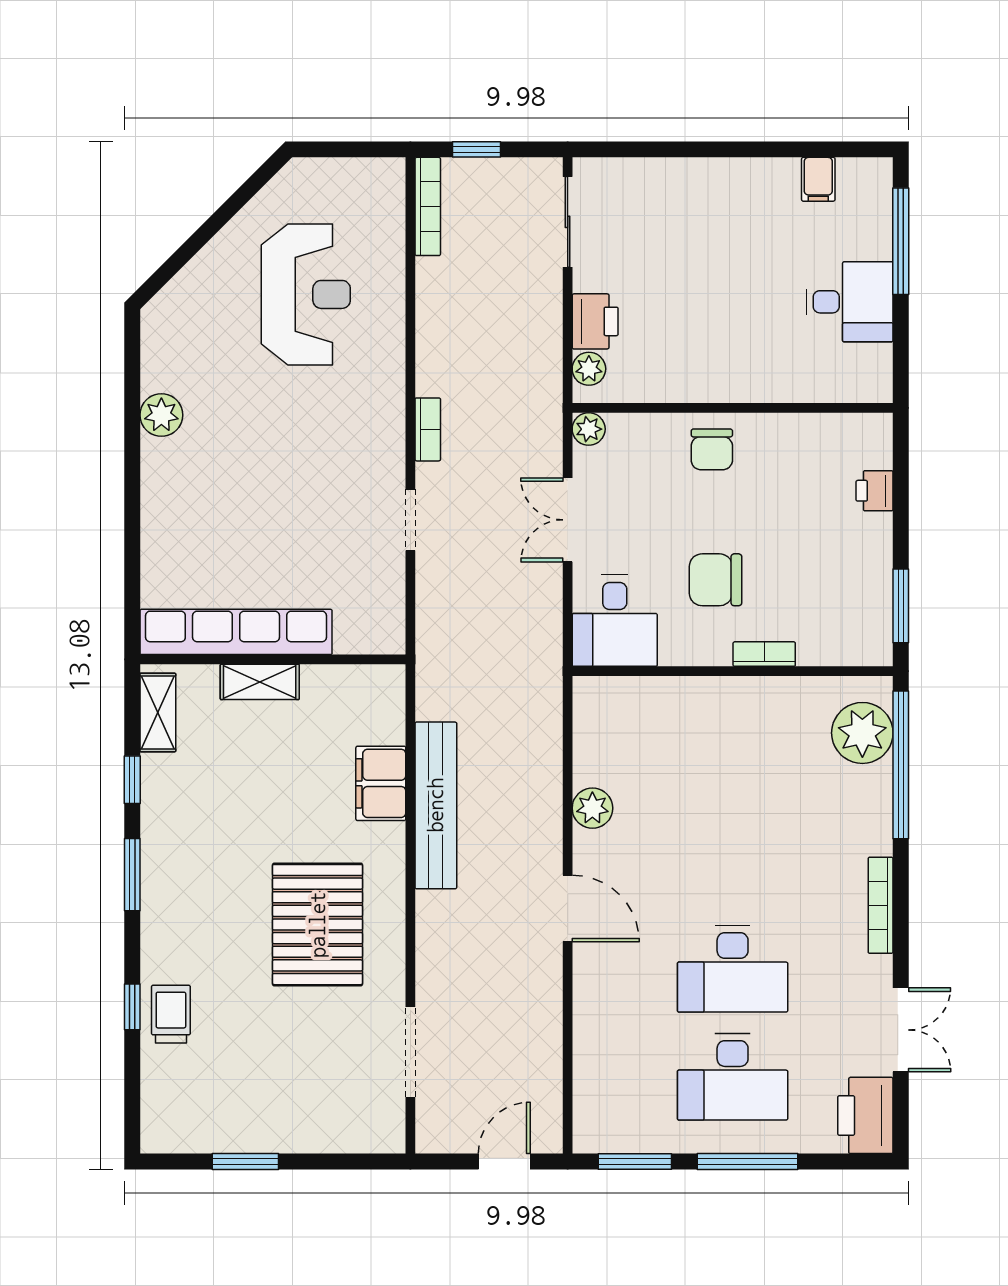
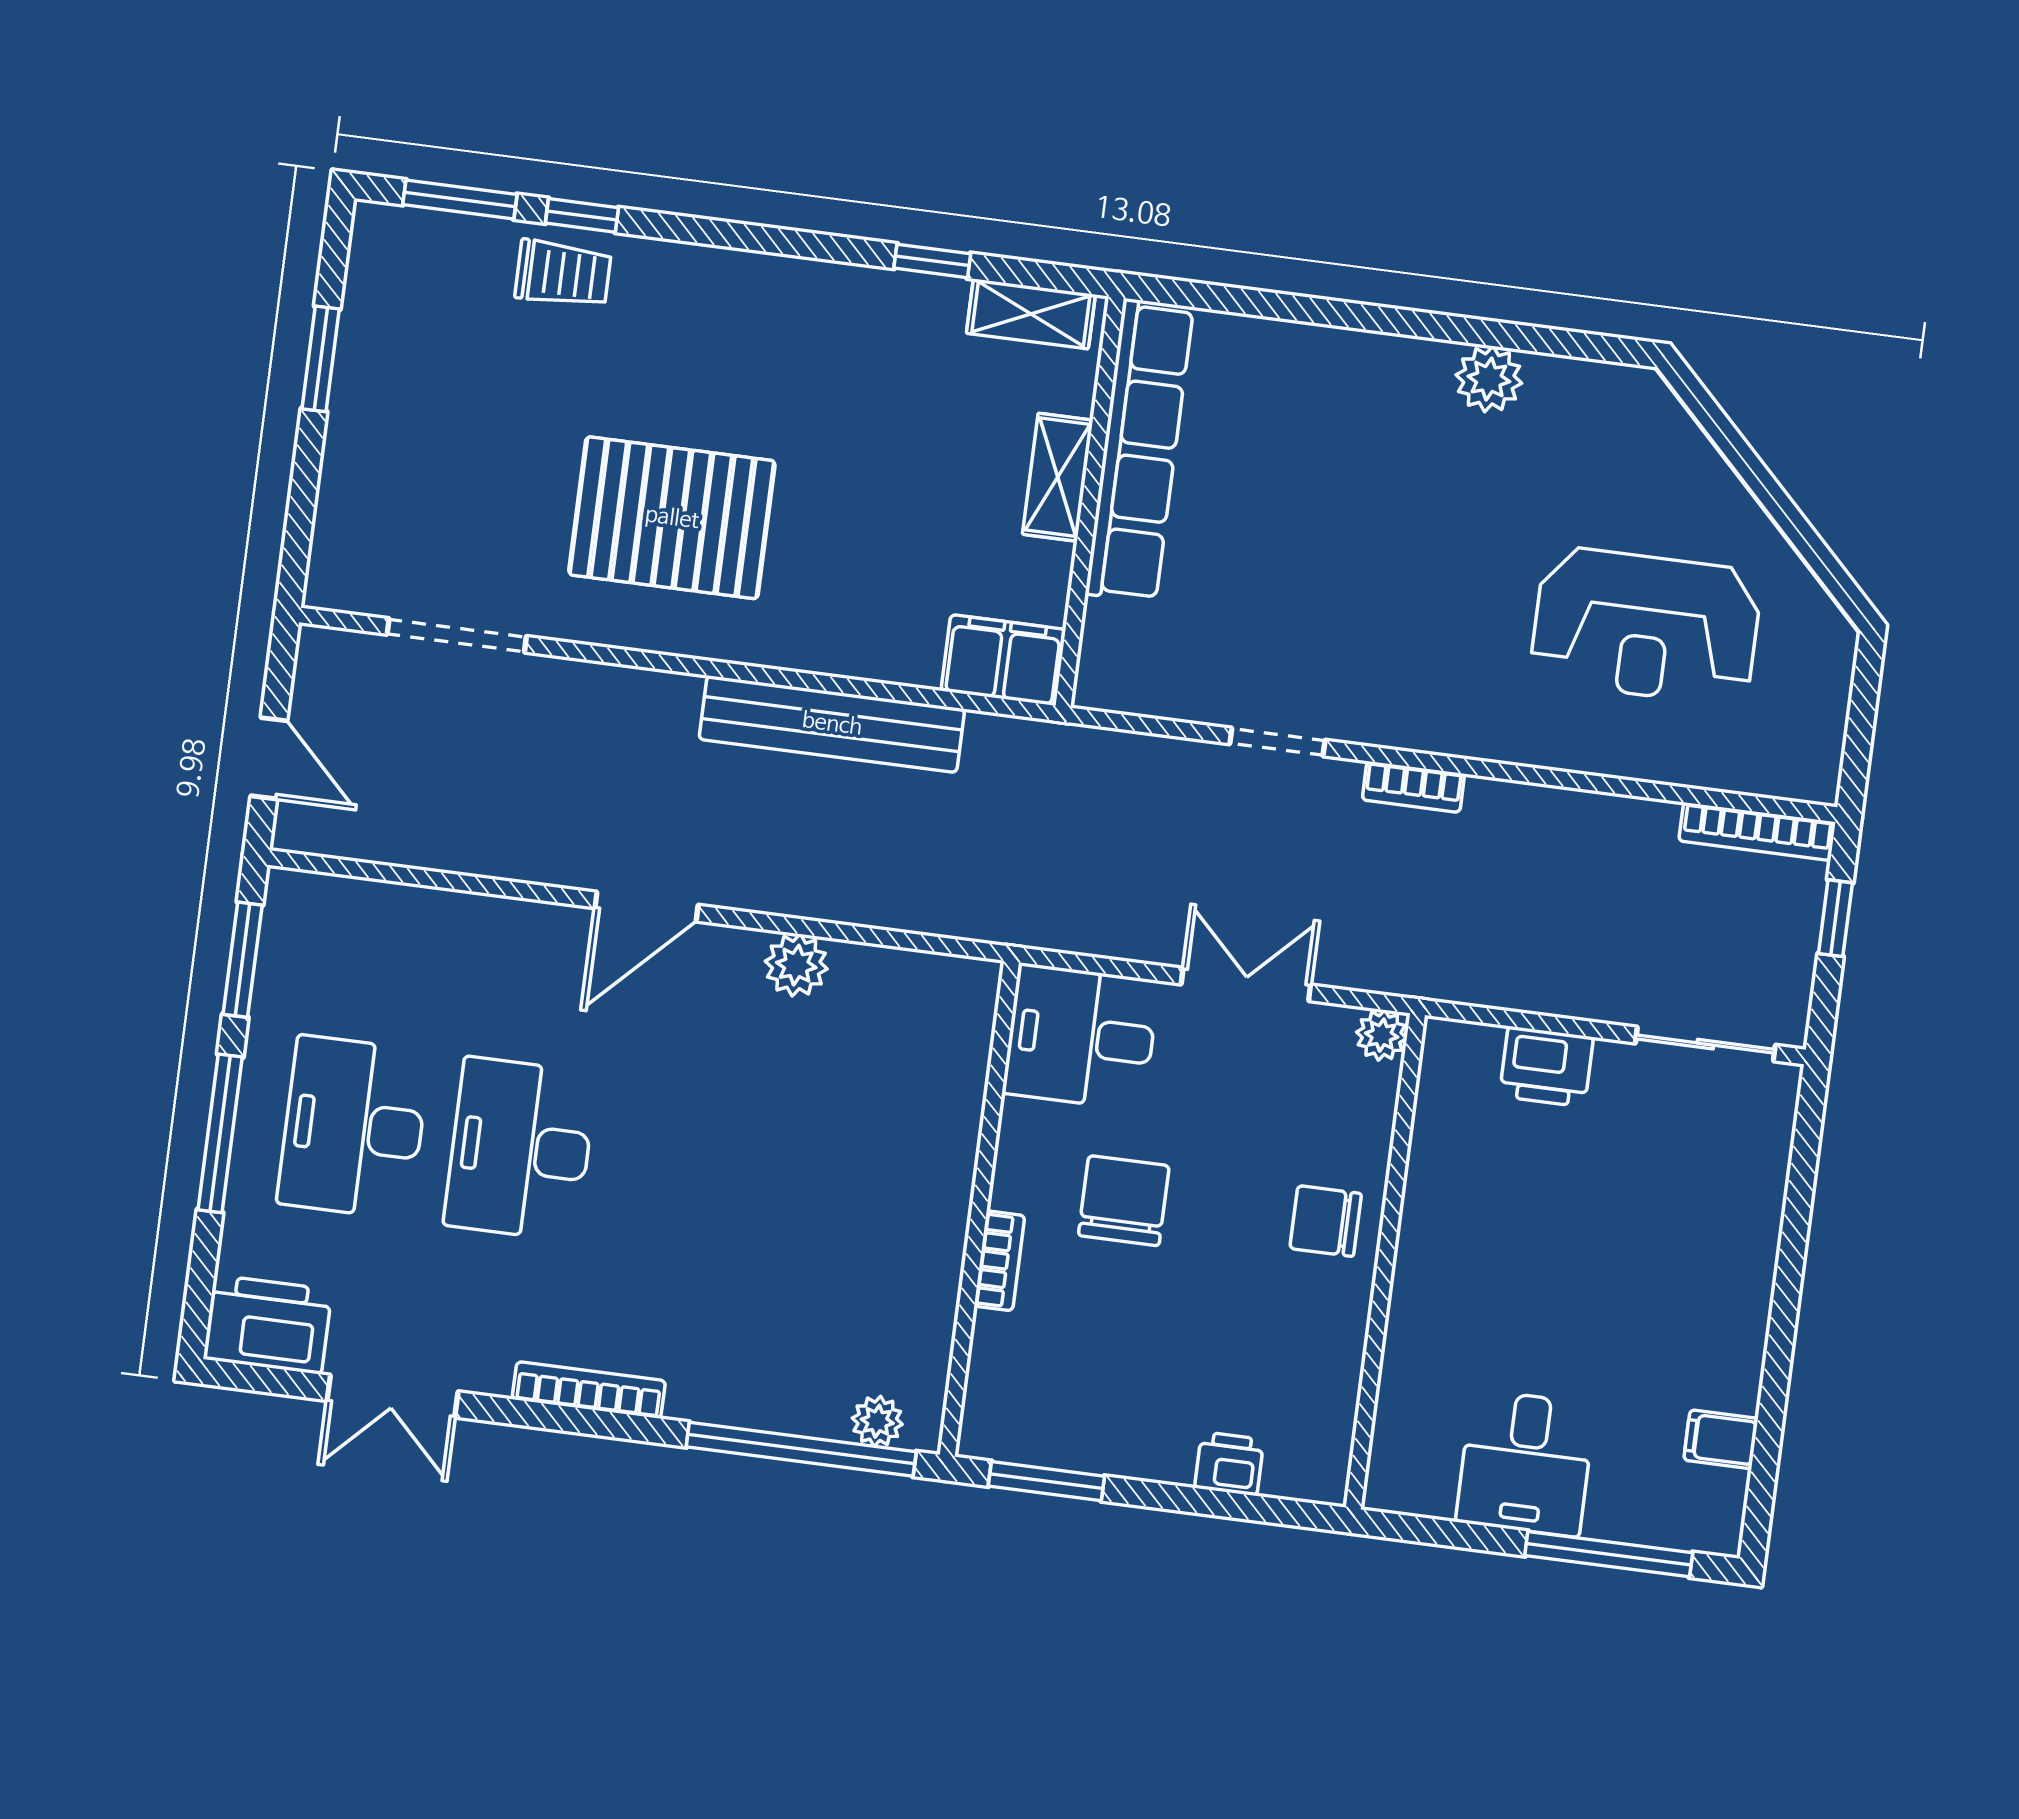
plant: (589, 369) -> (1475, 1048), removed
plant: (862, 733) -> (877, 1421), width x0.53, depth x0.53
filing cabinet: (381, 783) -> (1003, 660), moved
window: (132, 875) -> (460, 200), moved

